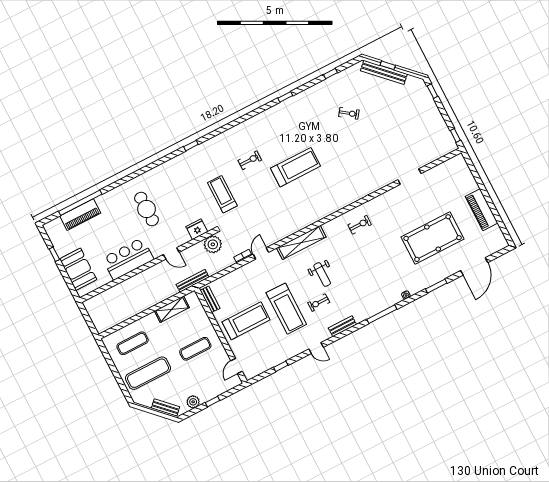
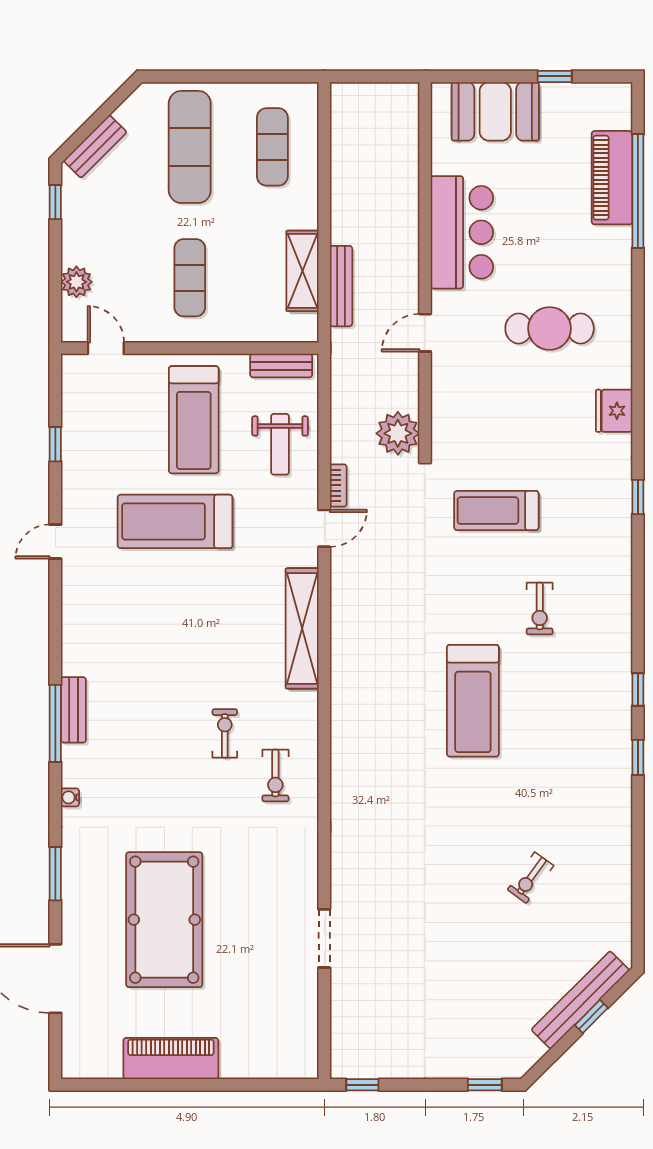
window: (331, 74) -> (638, 689), moved
treadmill: (222, 194) -> (496, 511), turned 180
fridge: (197, 229) -> (614, 411), moved, turned 180
door: (261, 253) -> (324, 528), hinge flipped
weight bench: (322, 275) -> (280, 444), moved, turned -90
bench: (193, 281) -> (341, 286), moved
exercise bike: (319, 303) -> (225, 733), moved
bench: (342, 326) -> (73, 710), moved
plant: (193, 402) -> (76, 282), moved
window: (212, 402) -> (55, 202), moved

